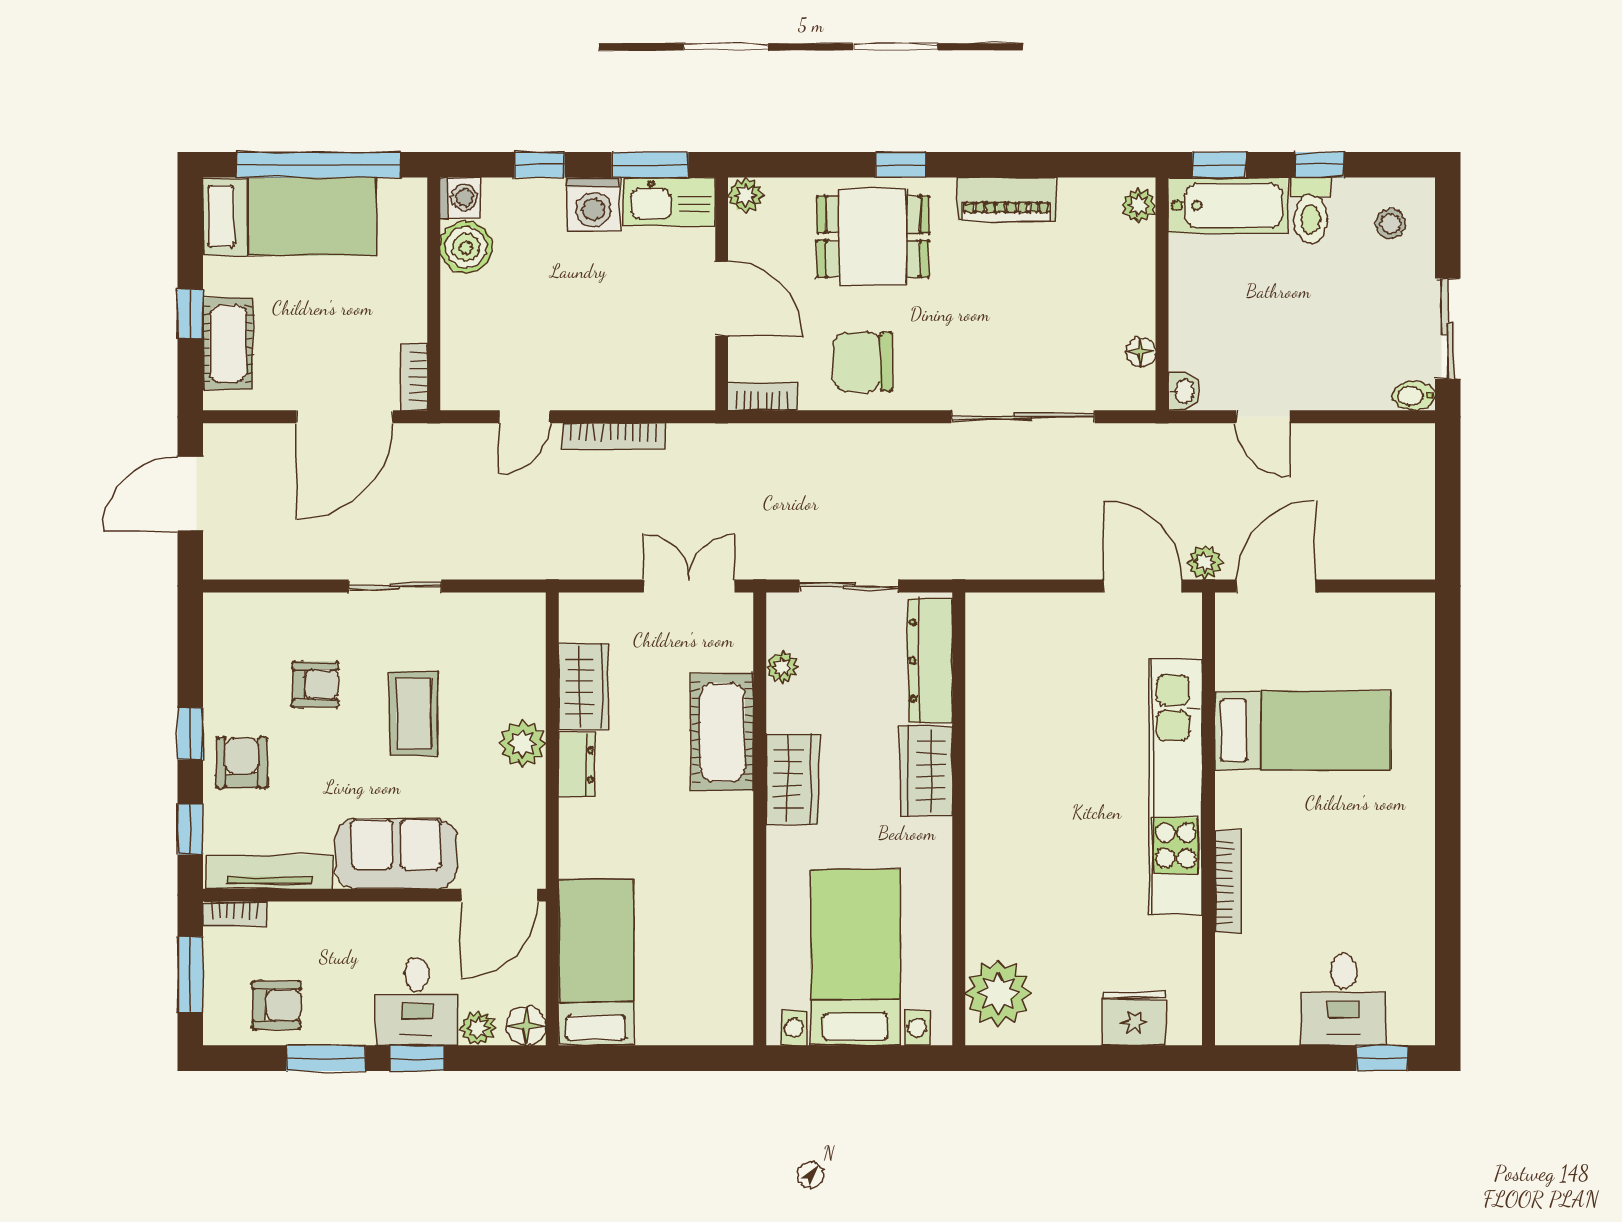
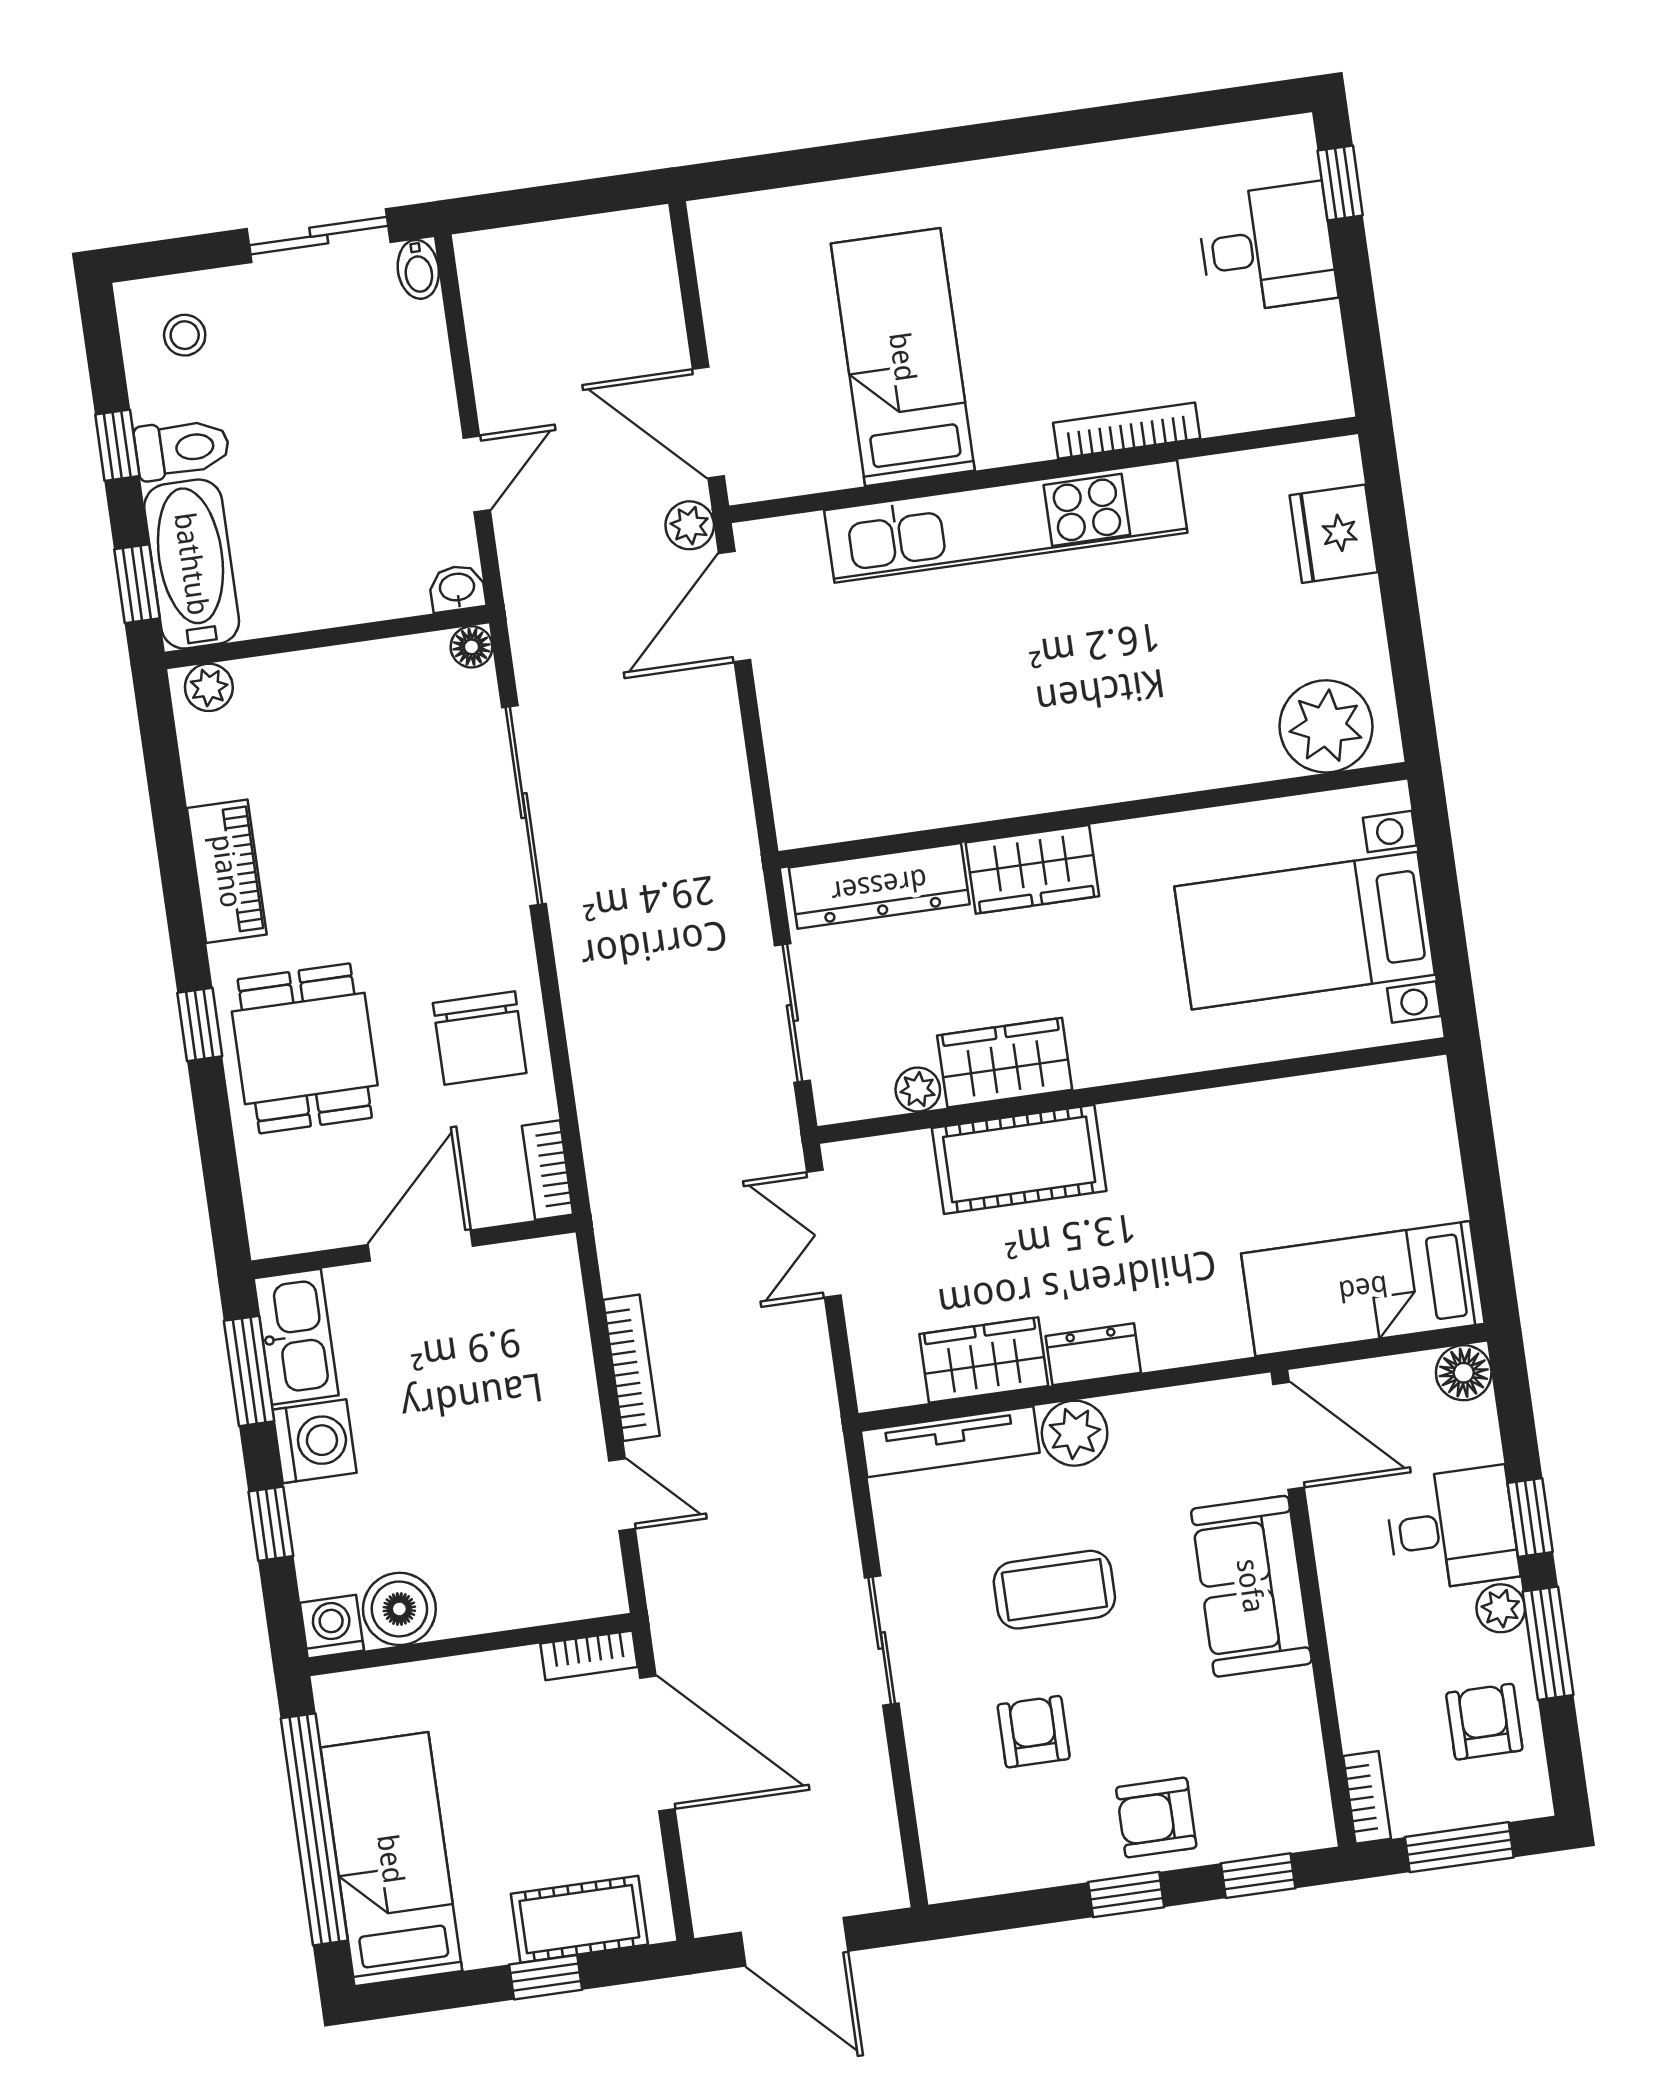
plant: (746, 195) -> (272, 1233), removed
floor lamp: (1141, 352) -> (471, 647), moved
wardrobe: (792, 779) -> (1005, 1063), moved
tv unit: (270, 872) -> (950, 1442), moved, turned -90
plant: (478, 1028) -> (1501, 1608), moved

